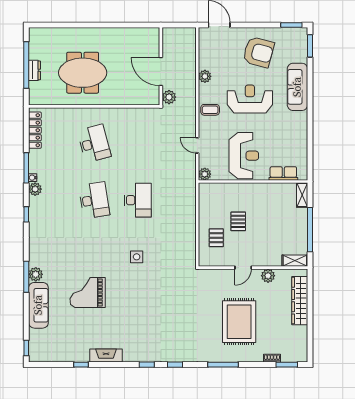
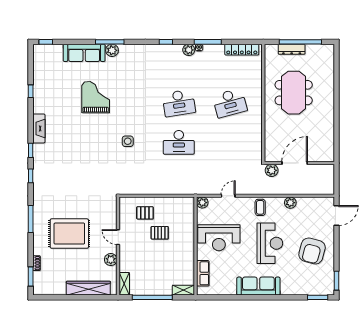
dresser: (34, 70) -> (292, 49), width x1.44
sofa: (297, 87) -> (258, 286), moved
fireplace: (106, 356) -> (39, 128), moved

